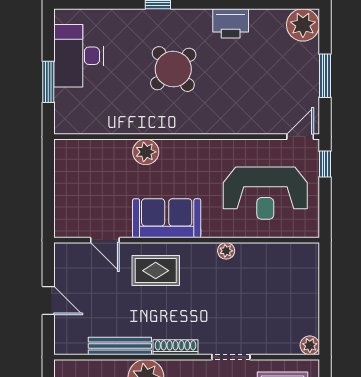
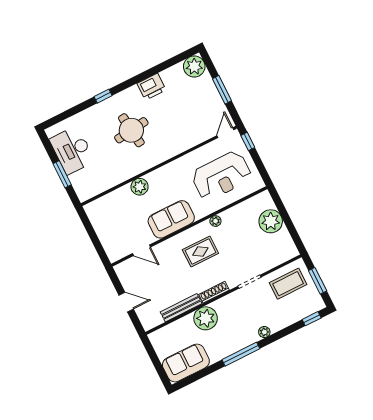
round table: (173, 69) -> (131, 130), turned 35
rug: (156, 271) -> (200, 251), moved
plant: (310, 345) -> (271, 221), moved, width x1.88, depth x1.88

